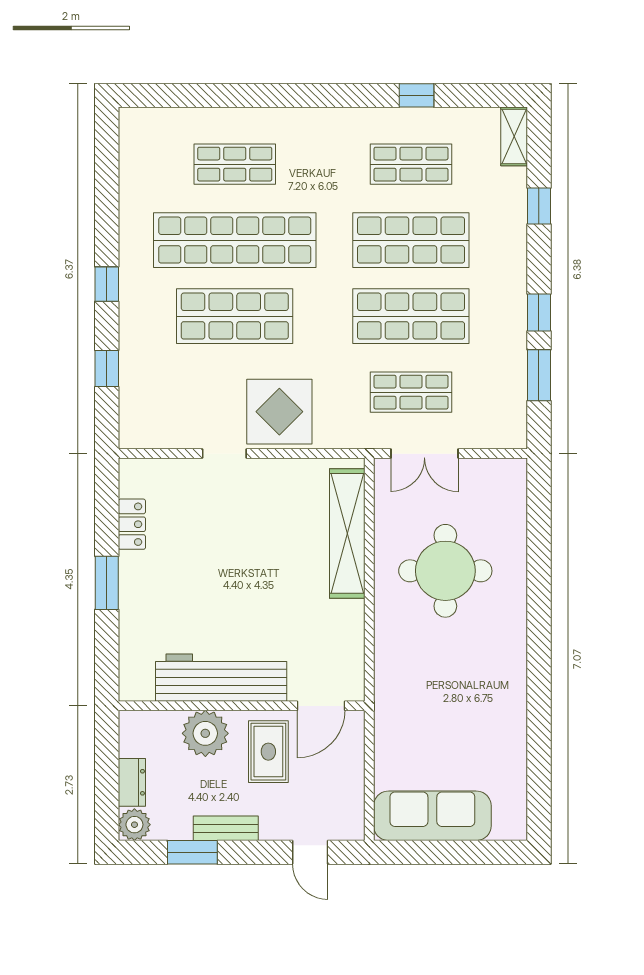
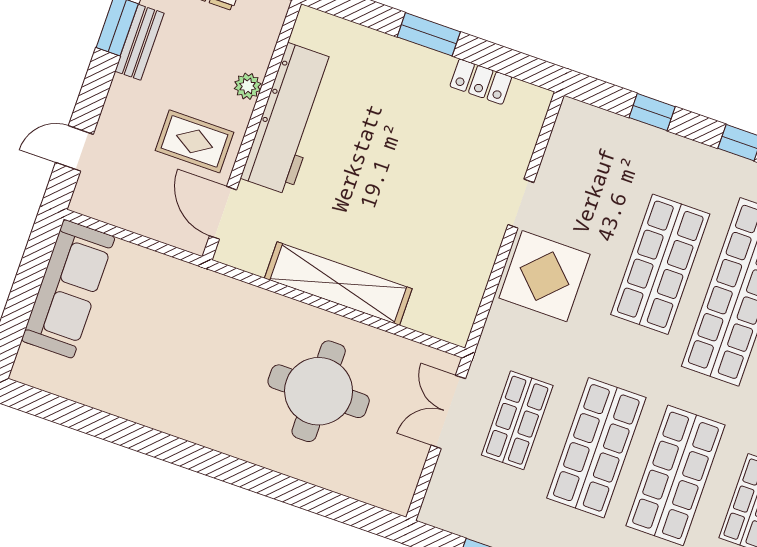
shelving: (347, 533) -> (338, 283), moved
plant: (205, 733) -> (248, 86), width x0.53, depth x0.53
bench: (226, 828) -> (139, 42), moved

